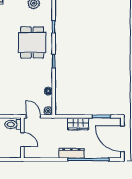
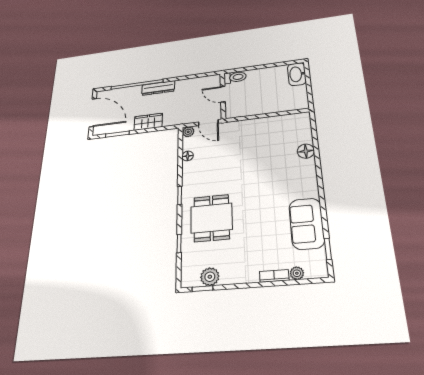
toilet: (13, 124) -> (235, 77), moved

